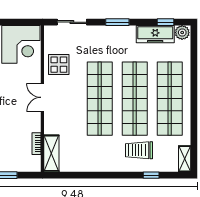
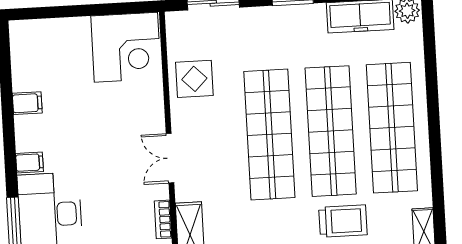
double door: (42, 97) -> (170, 158), moved
trolley: (139, 150) -> (343, 221), turned 180

